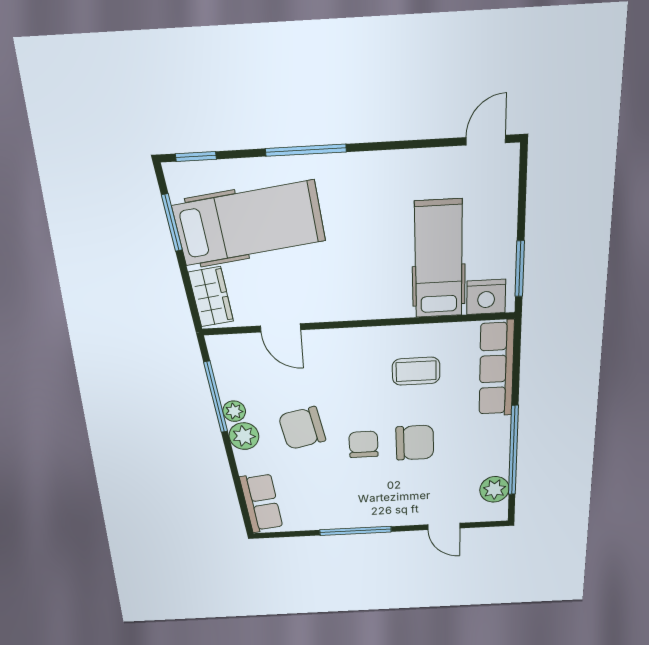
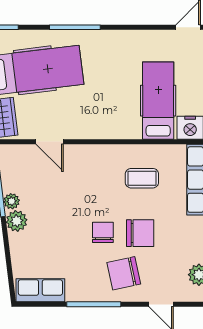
chair: (302, 428) -> (124, 273), moved
row of seats: (261, 503) -> (40, 290), moved, turned -83

